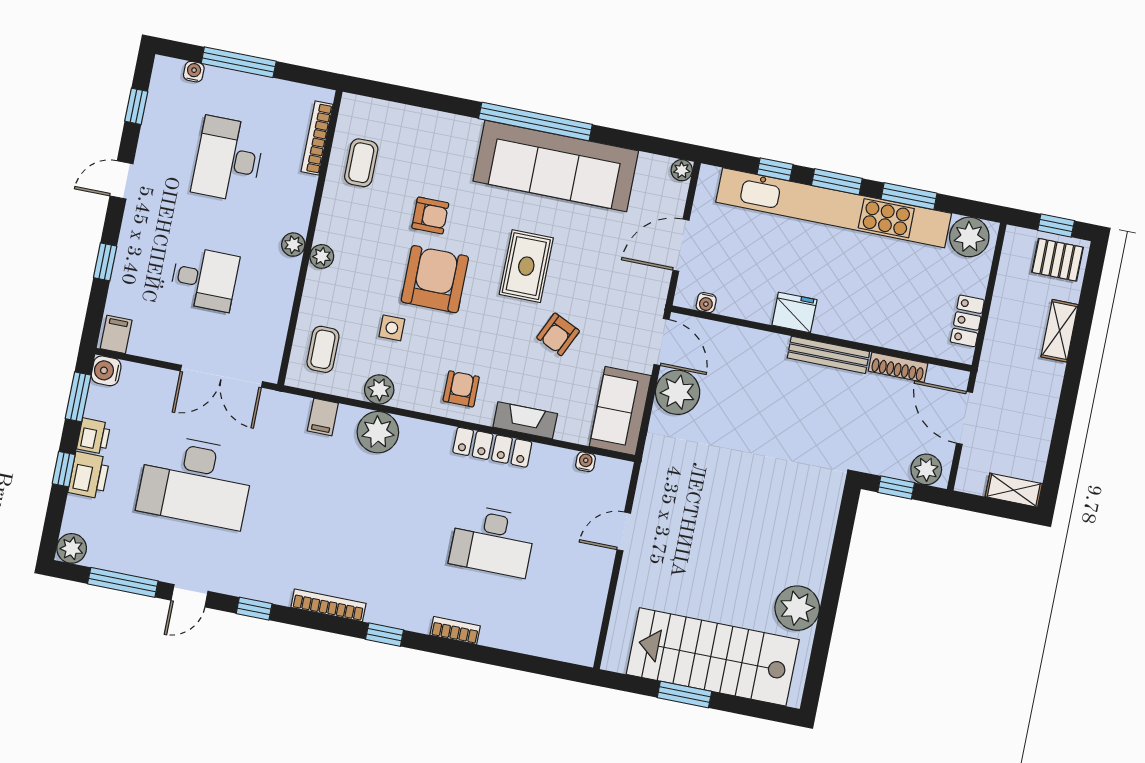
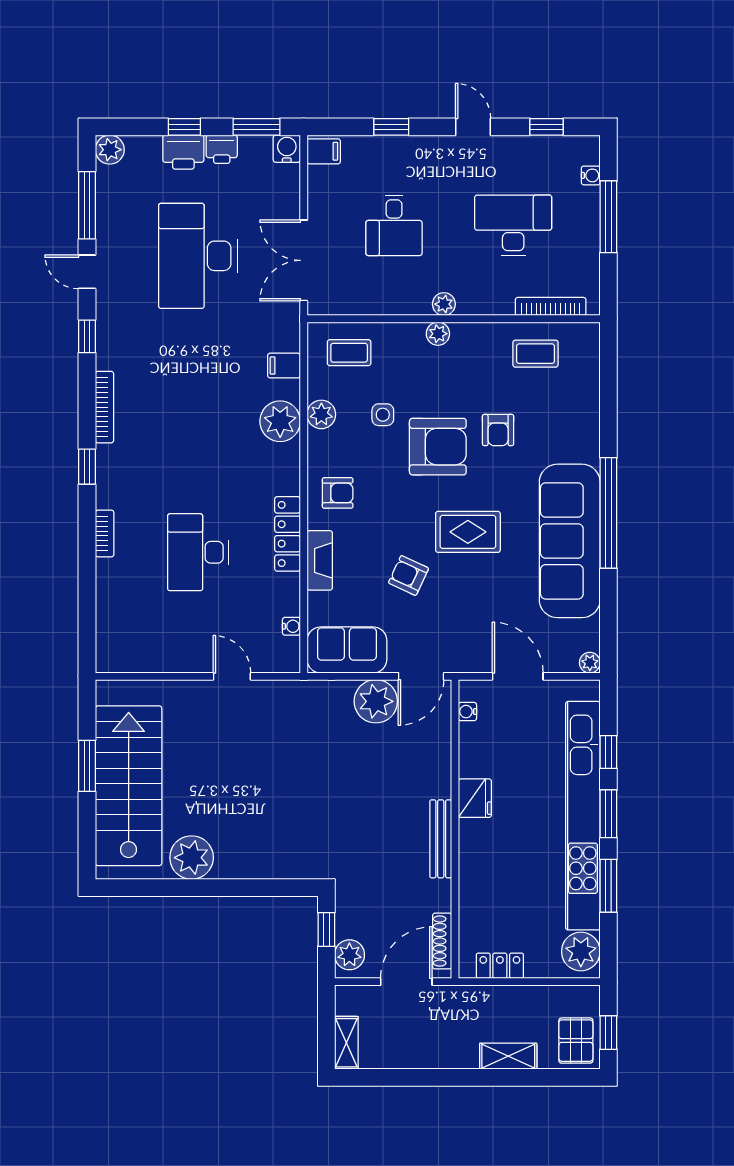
shoe rack: (898, 367) -> (442, 941), moved

